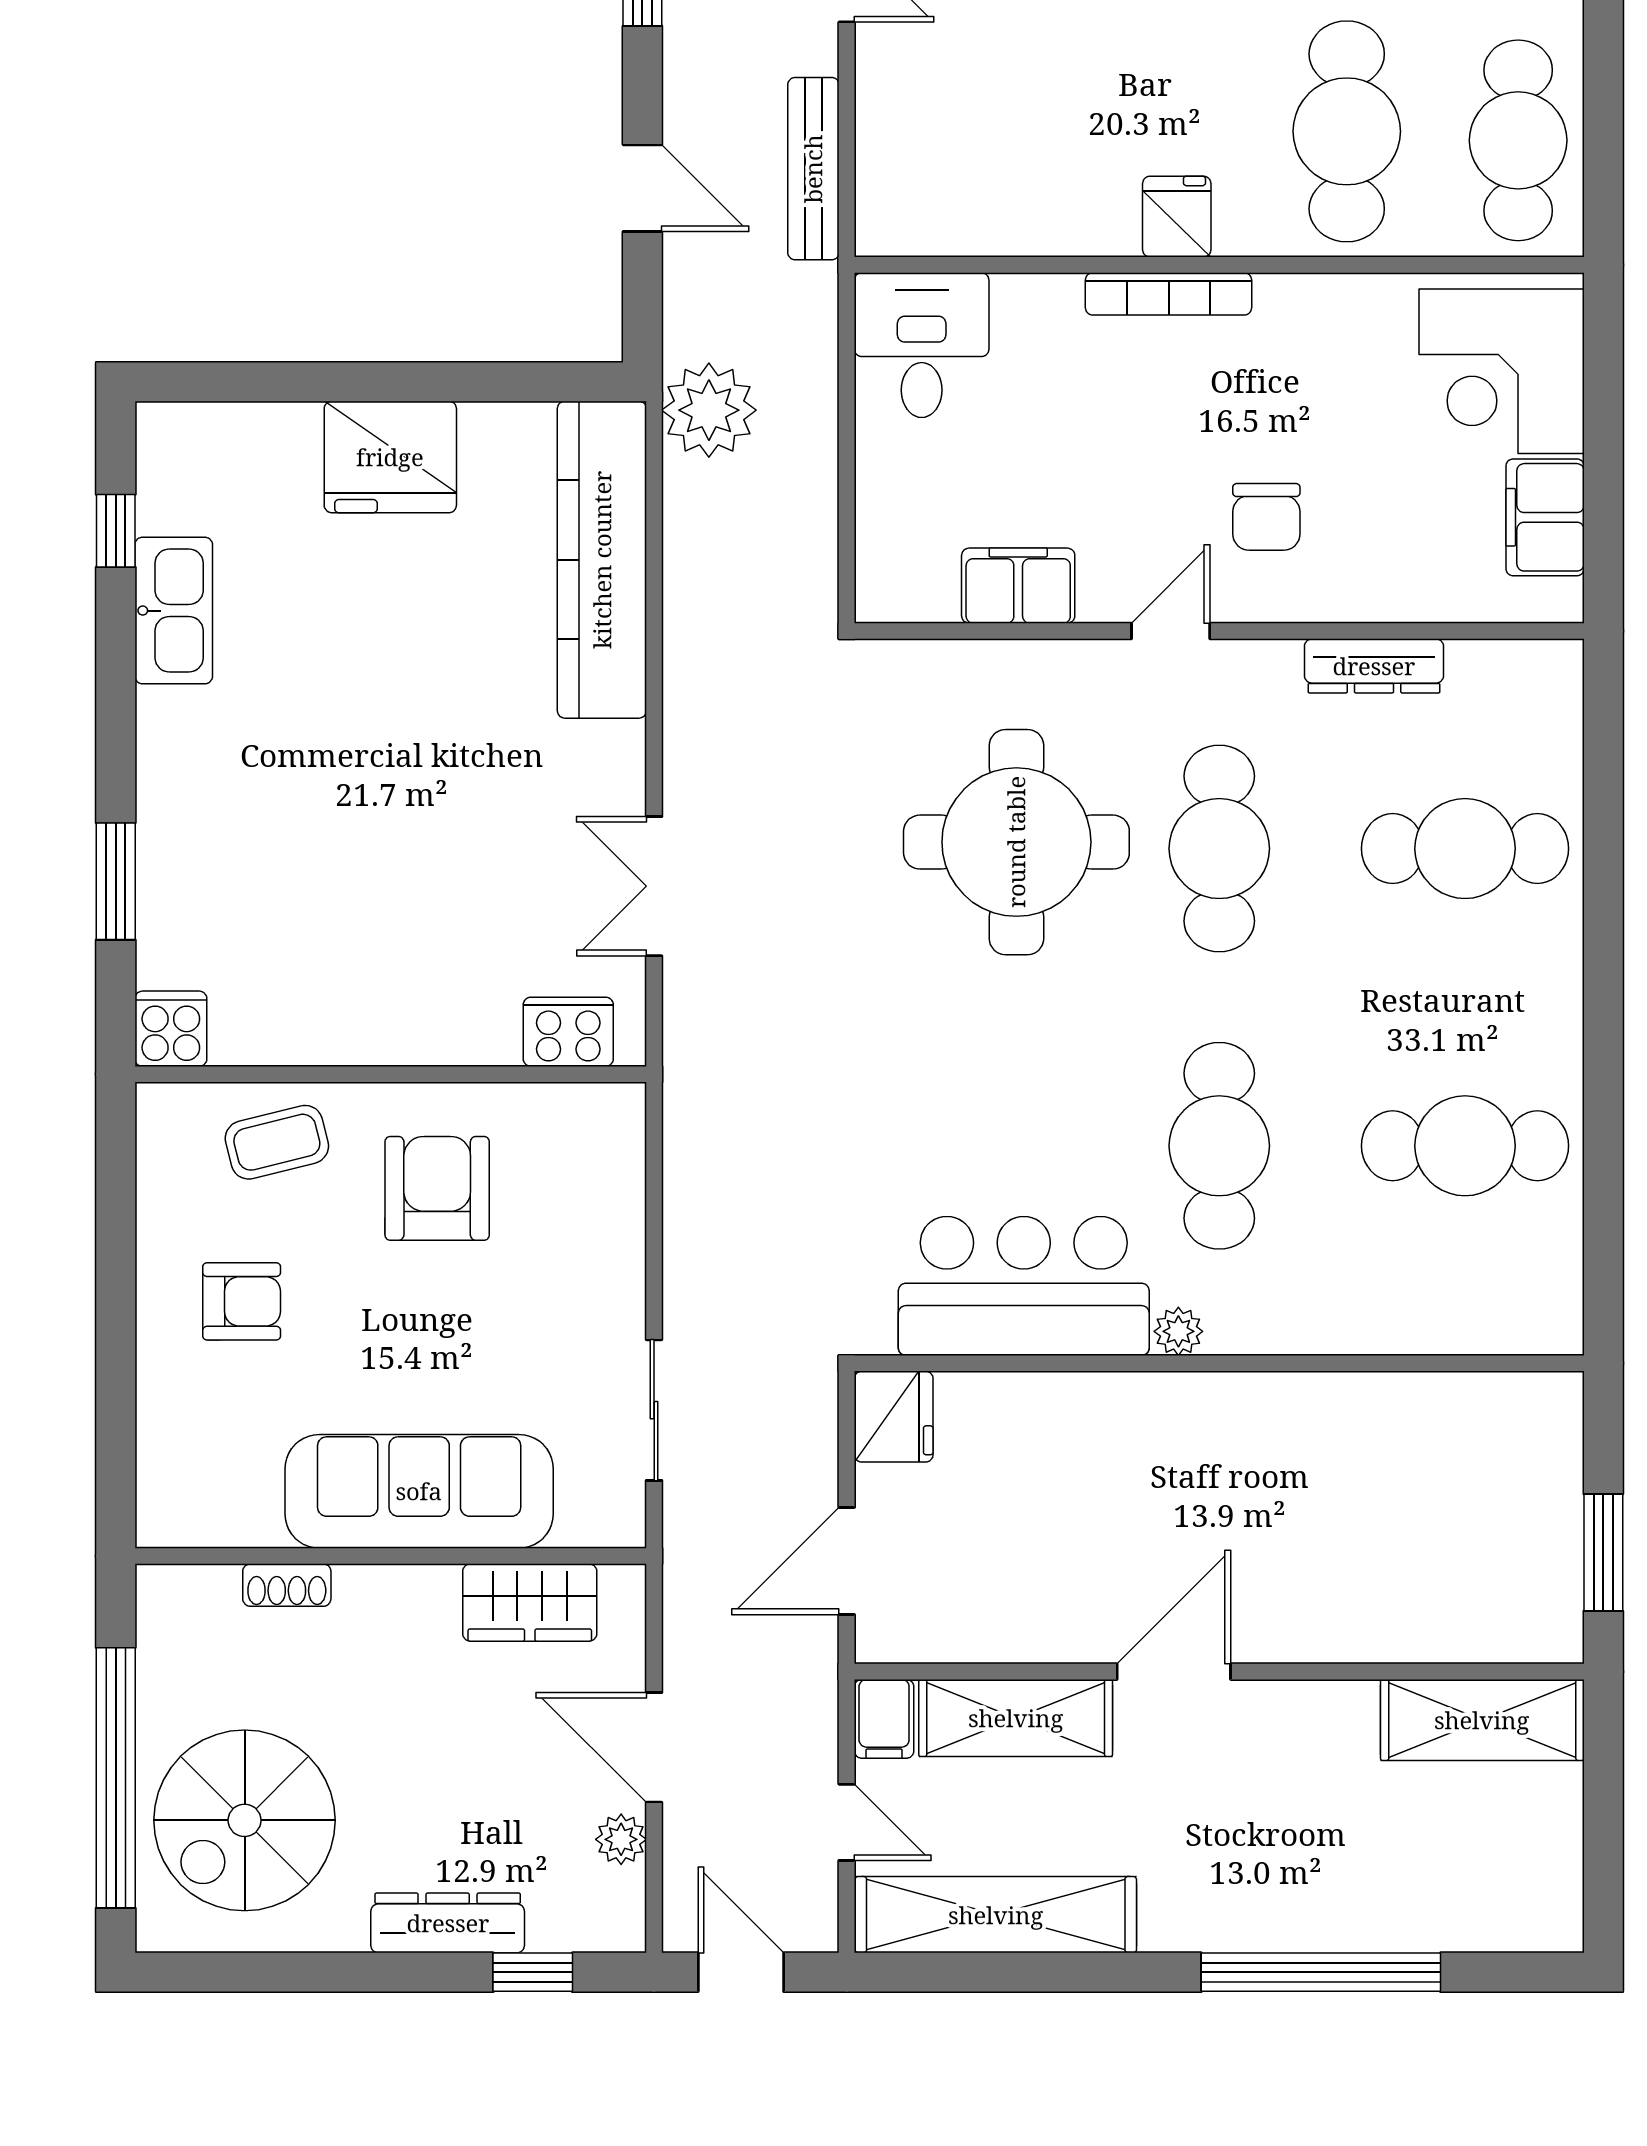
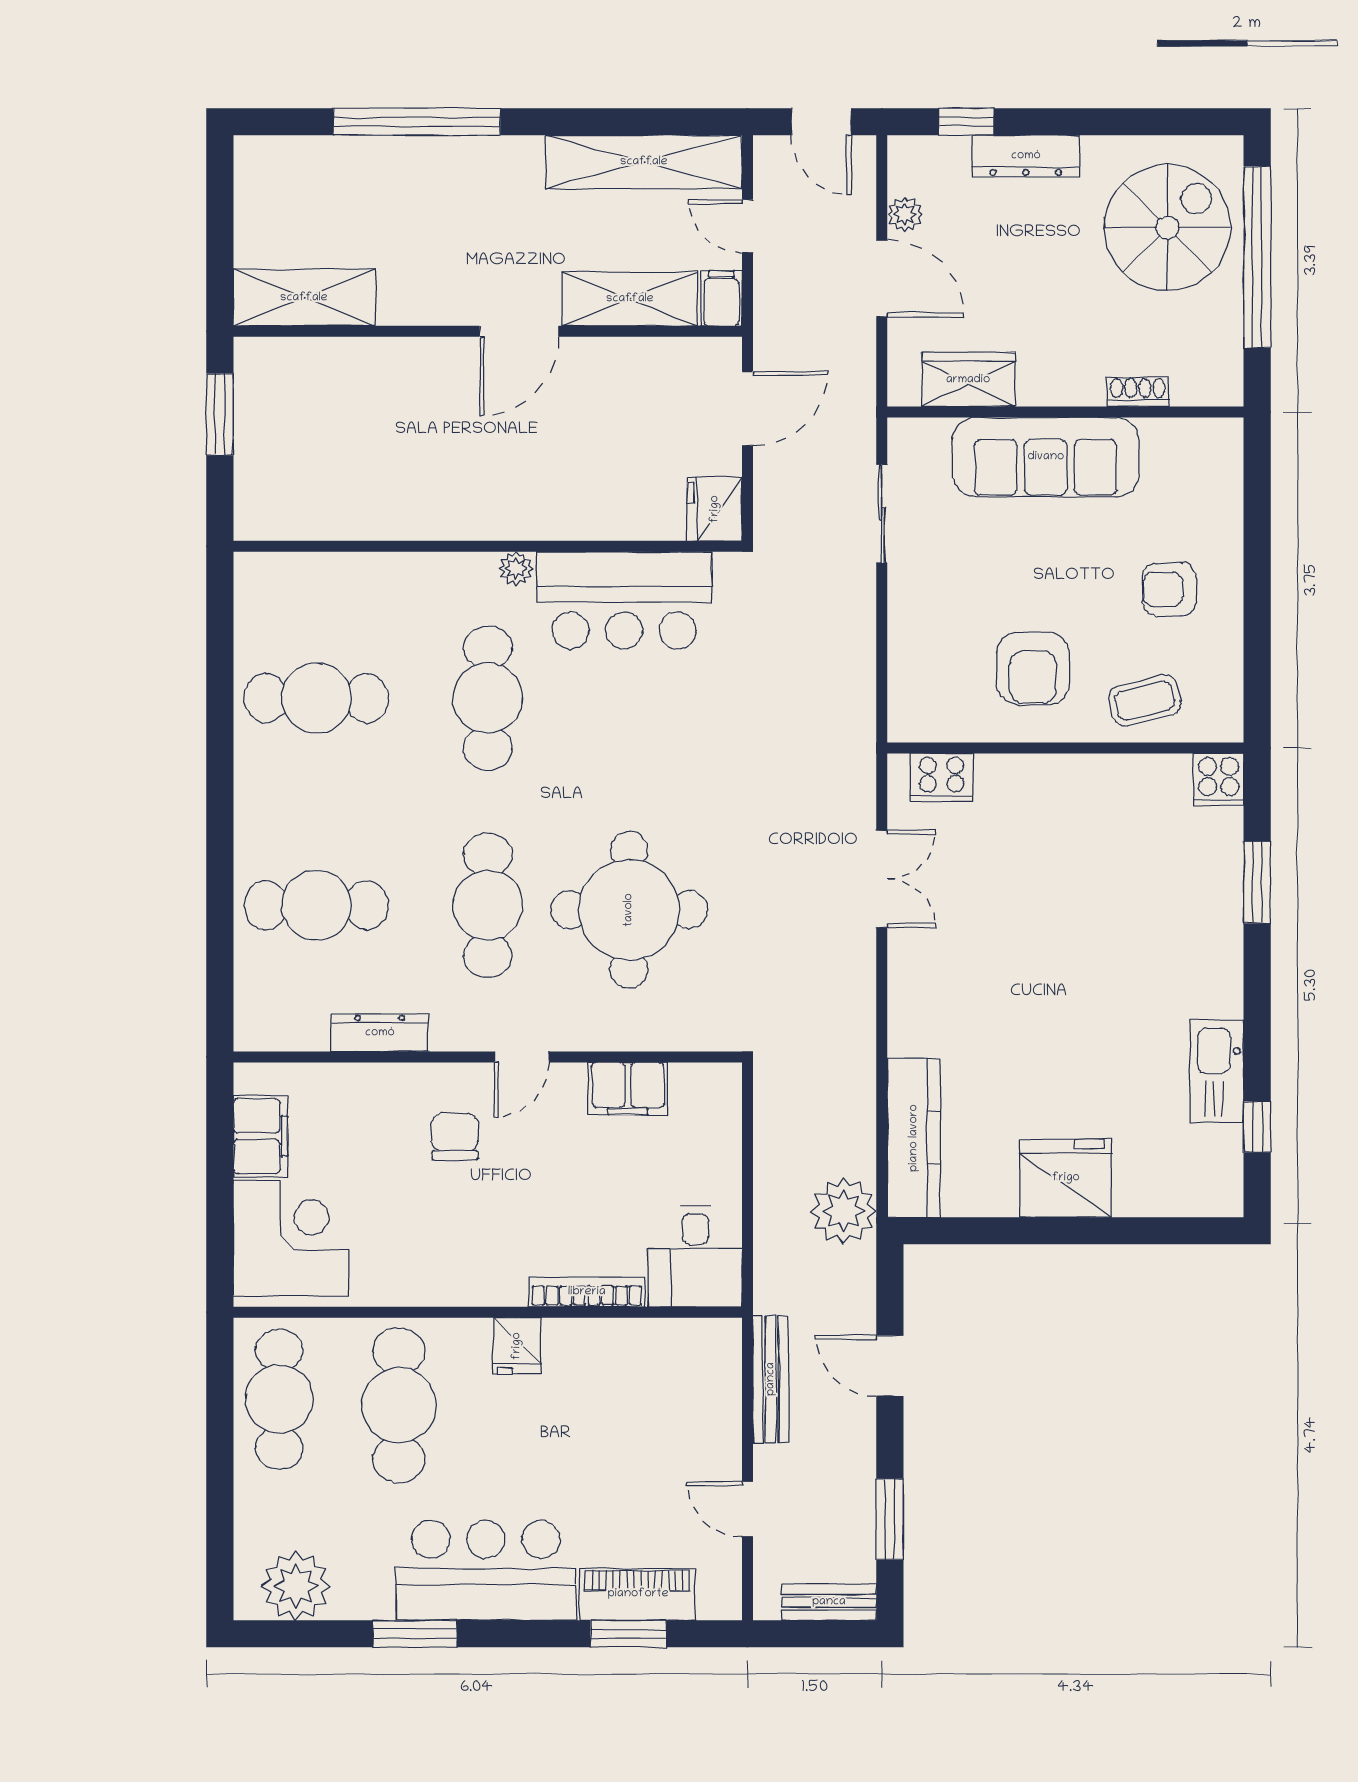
bookcase: (1169, 294) -> (587, 1292), moved
kitchen counter: (602, 560) -> (914, 1138), width x0.72, depth x0.86

